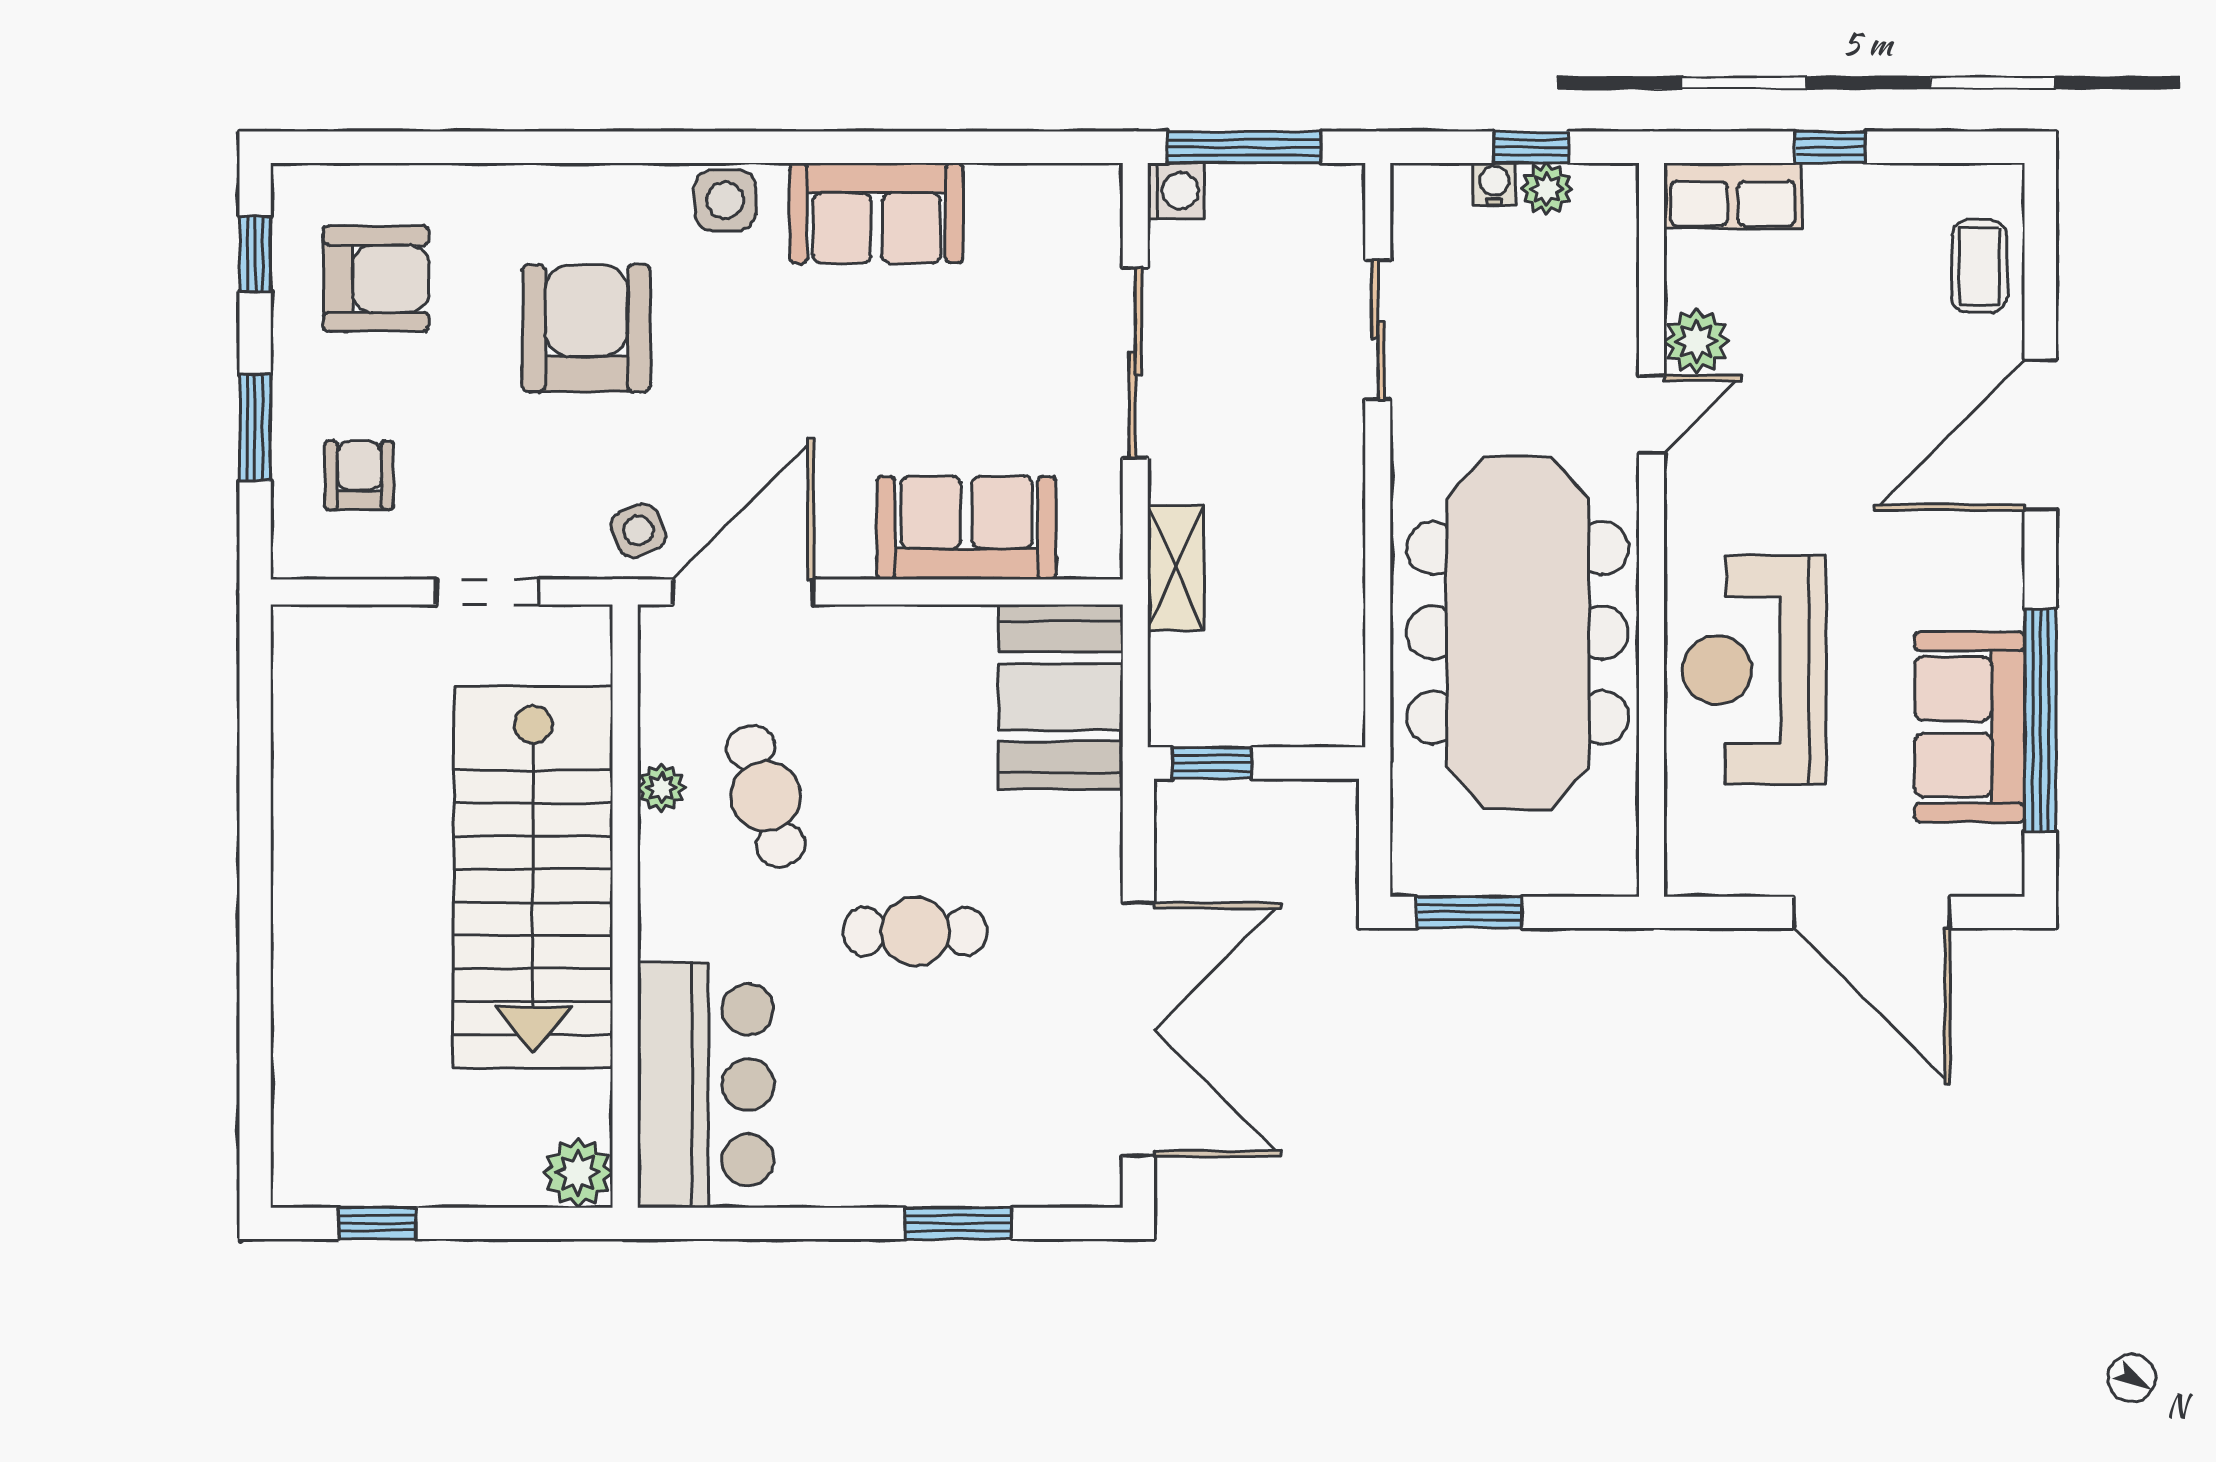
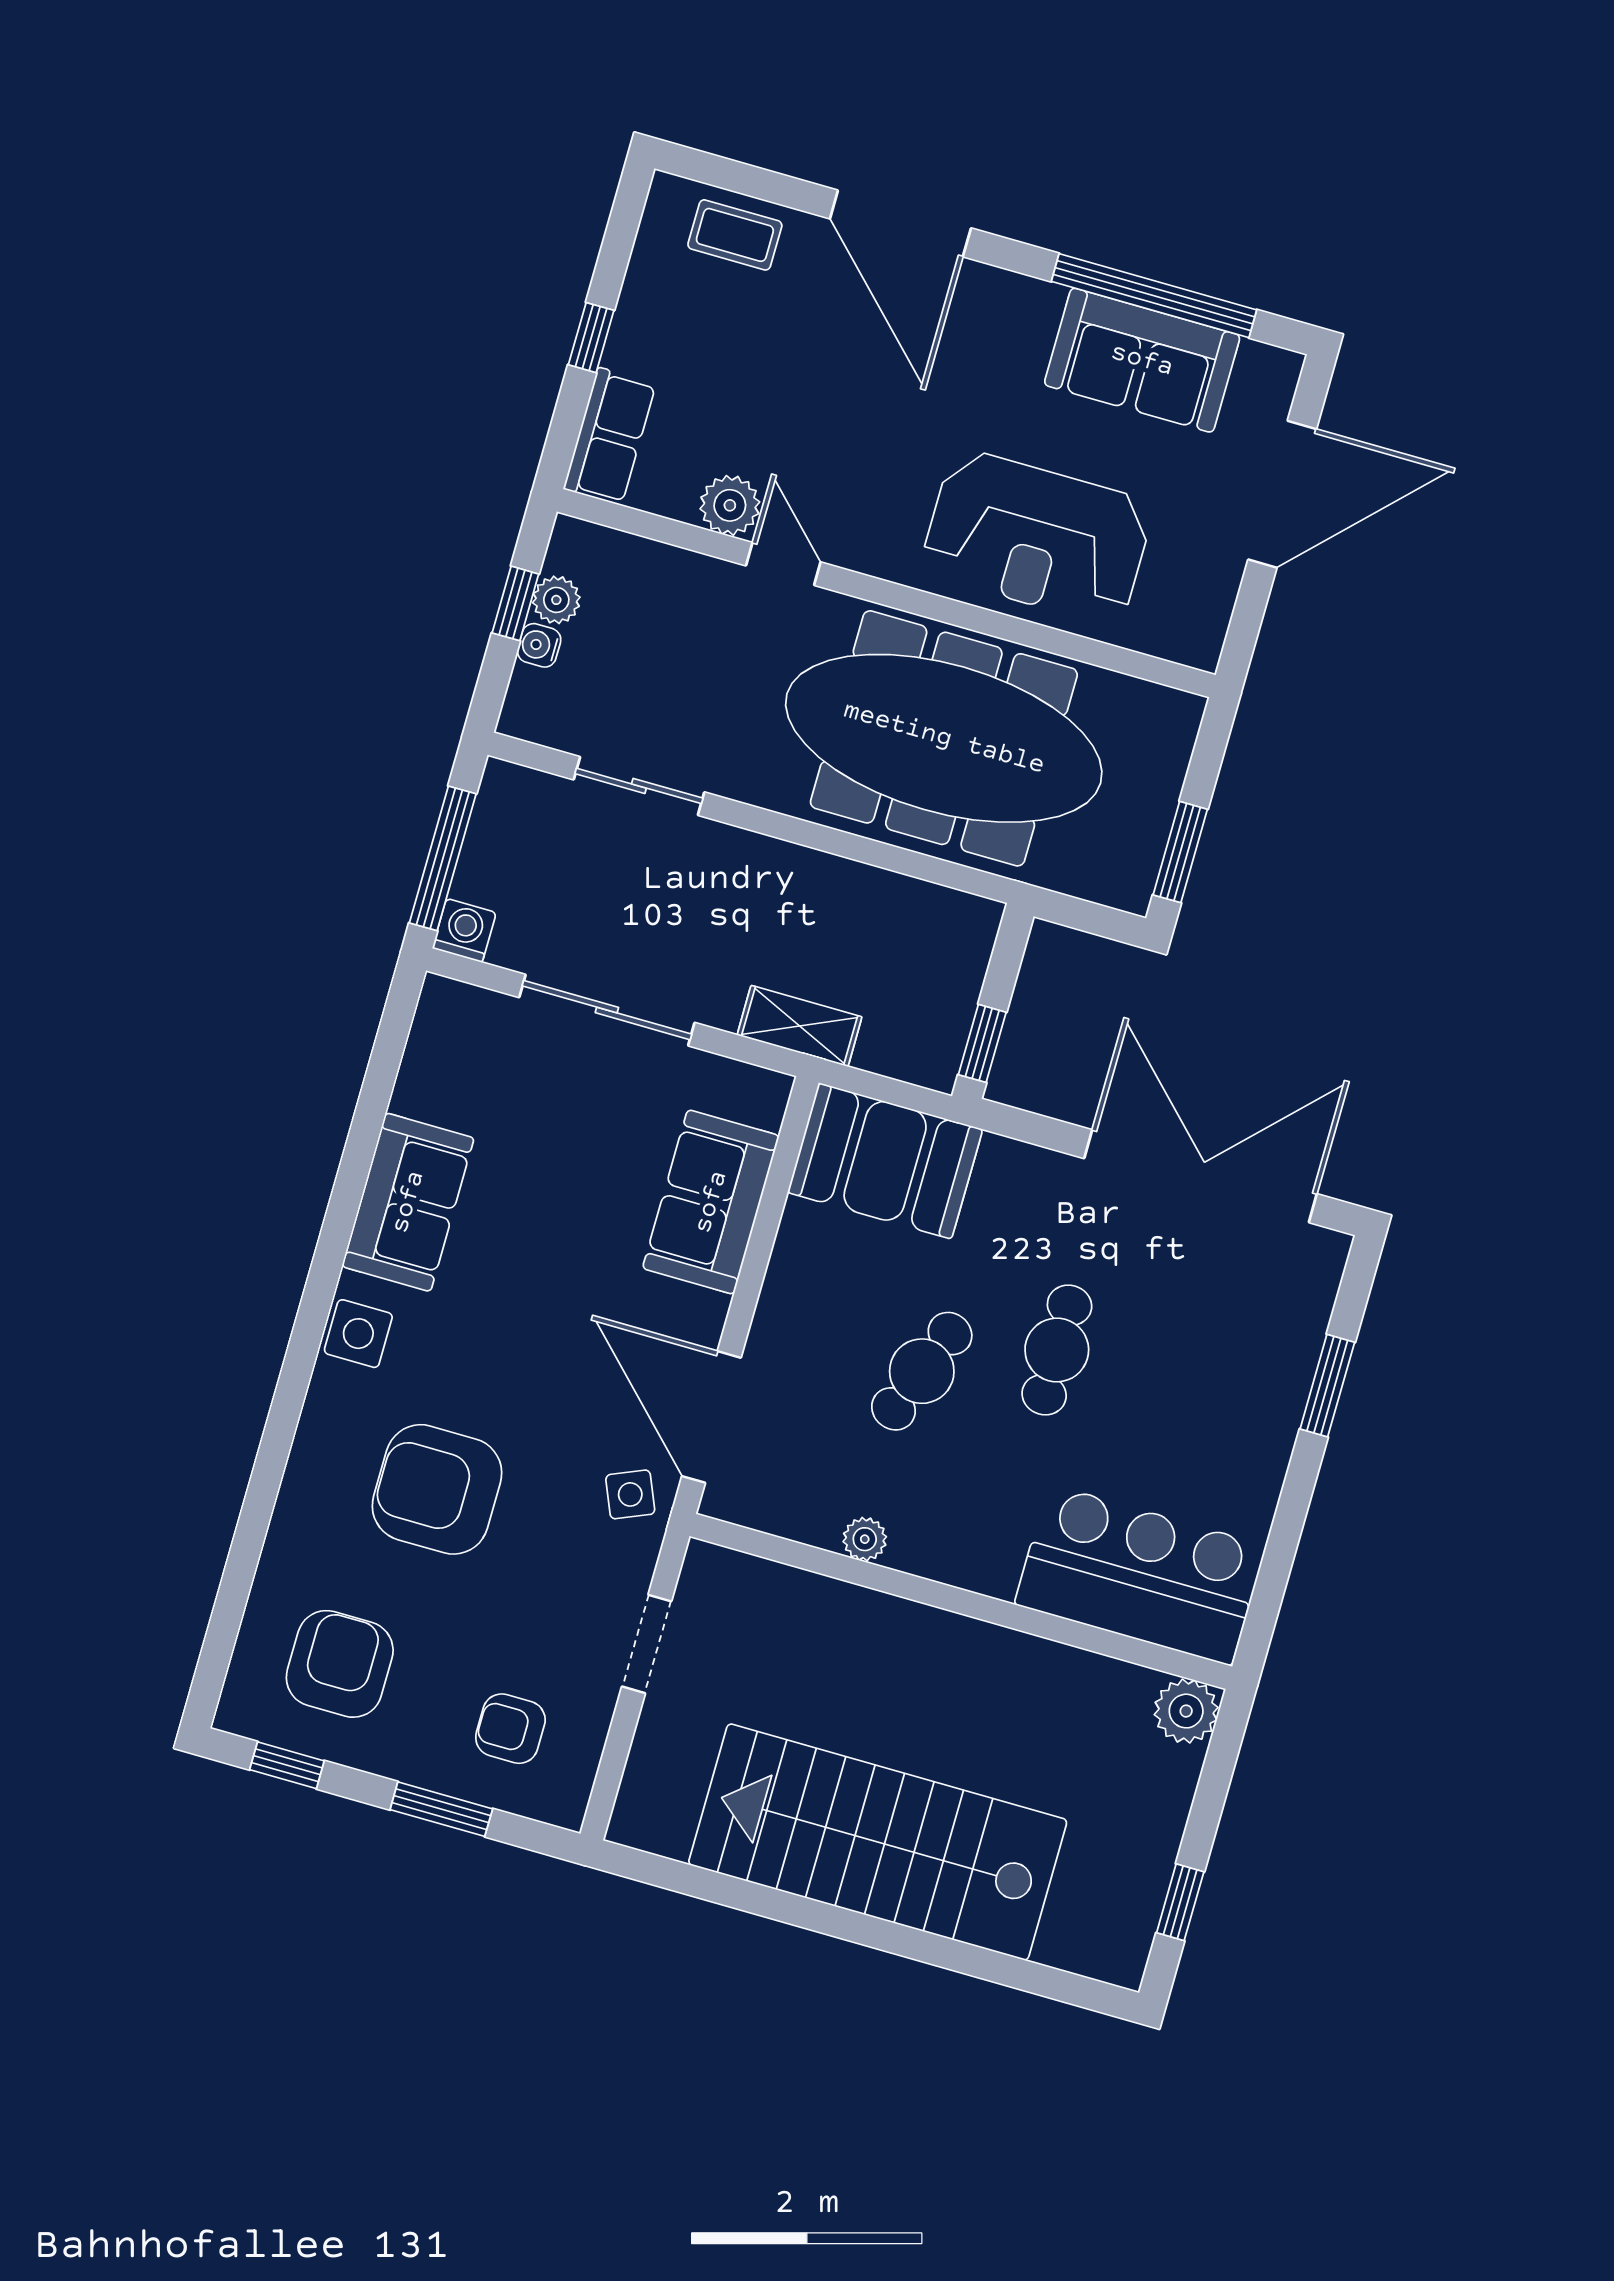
cafe table: (766, 796) -> (922, 1371), moved, turned -52
stairs: (533, 877) -> (878, 1842), moved, turned 180

